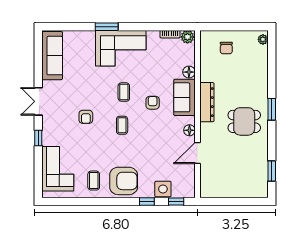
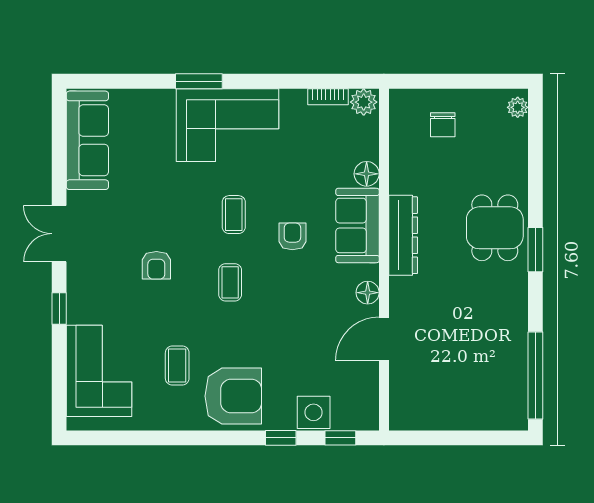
dining table: (244, 121) -> (495, 228), moved, turned 90
window: (272, 171) -> (535, 375), width x2.11
coffee table: (94, 181) -> (177, 366), moved

